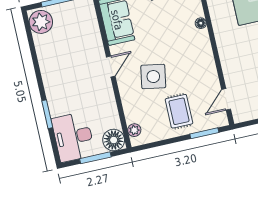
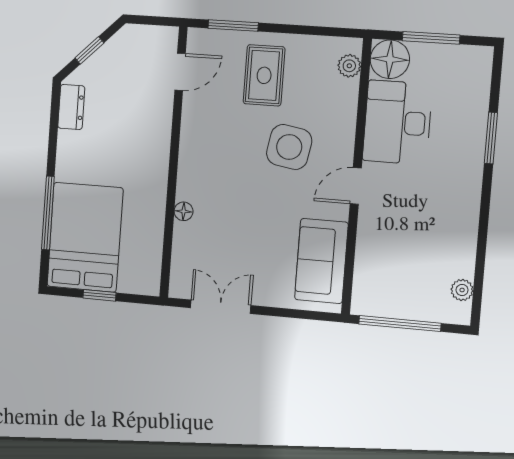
plant: (41, 22) -> (462, 290), width x0.53, depth x0.53
desk: (73, 137) -> (397, 122), moved, turned 180

